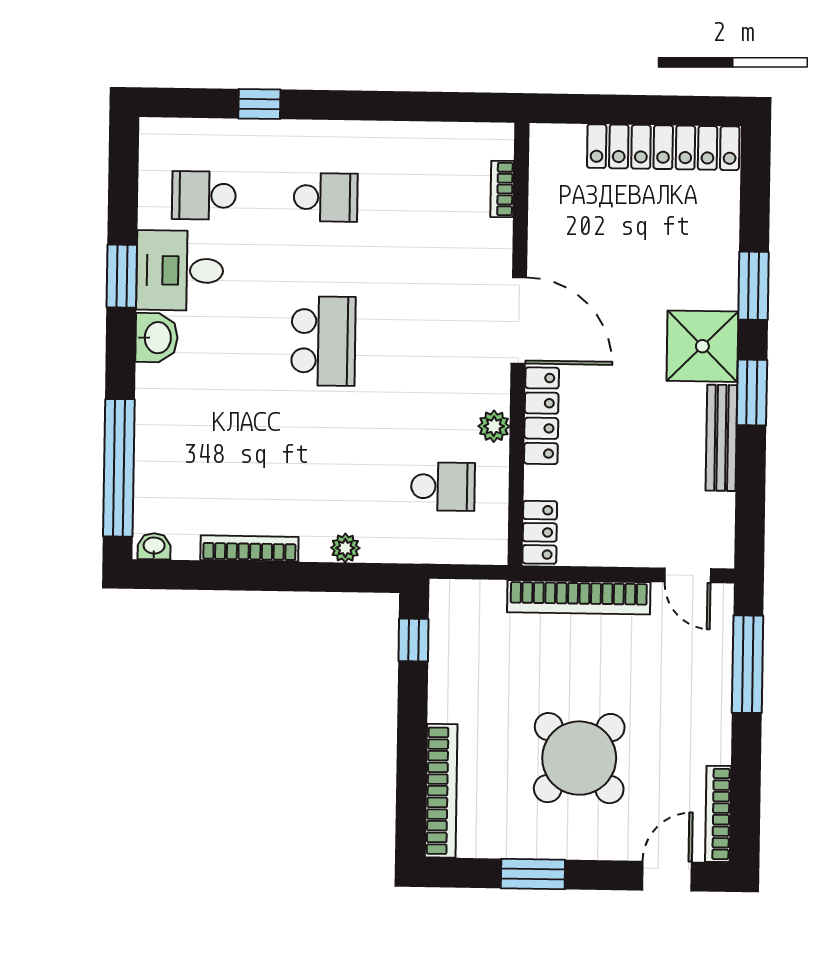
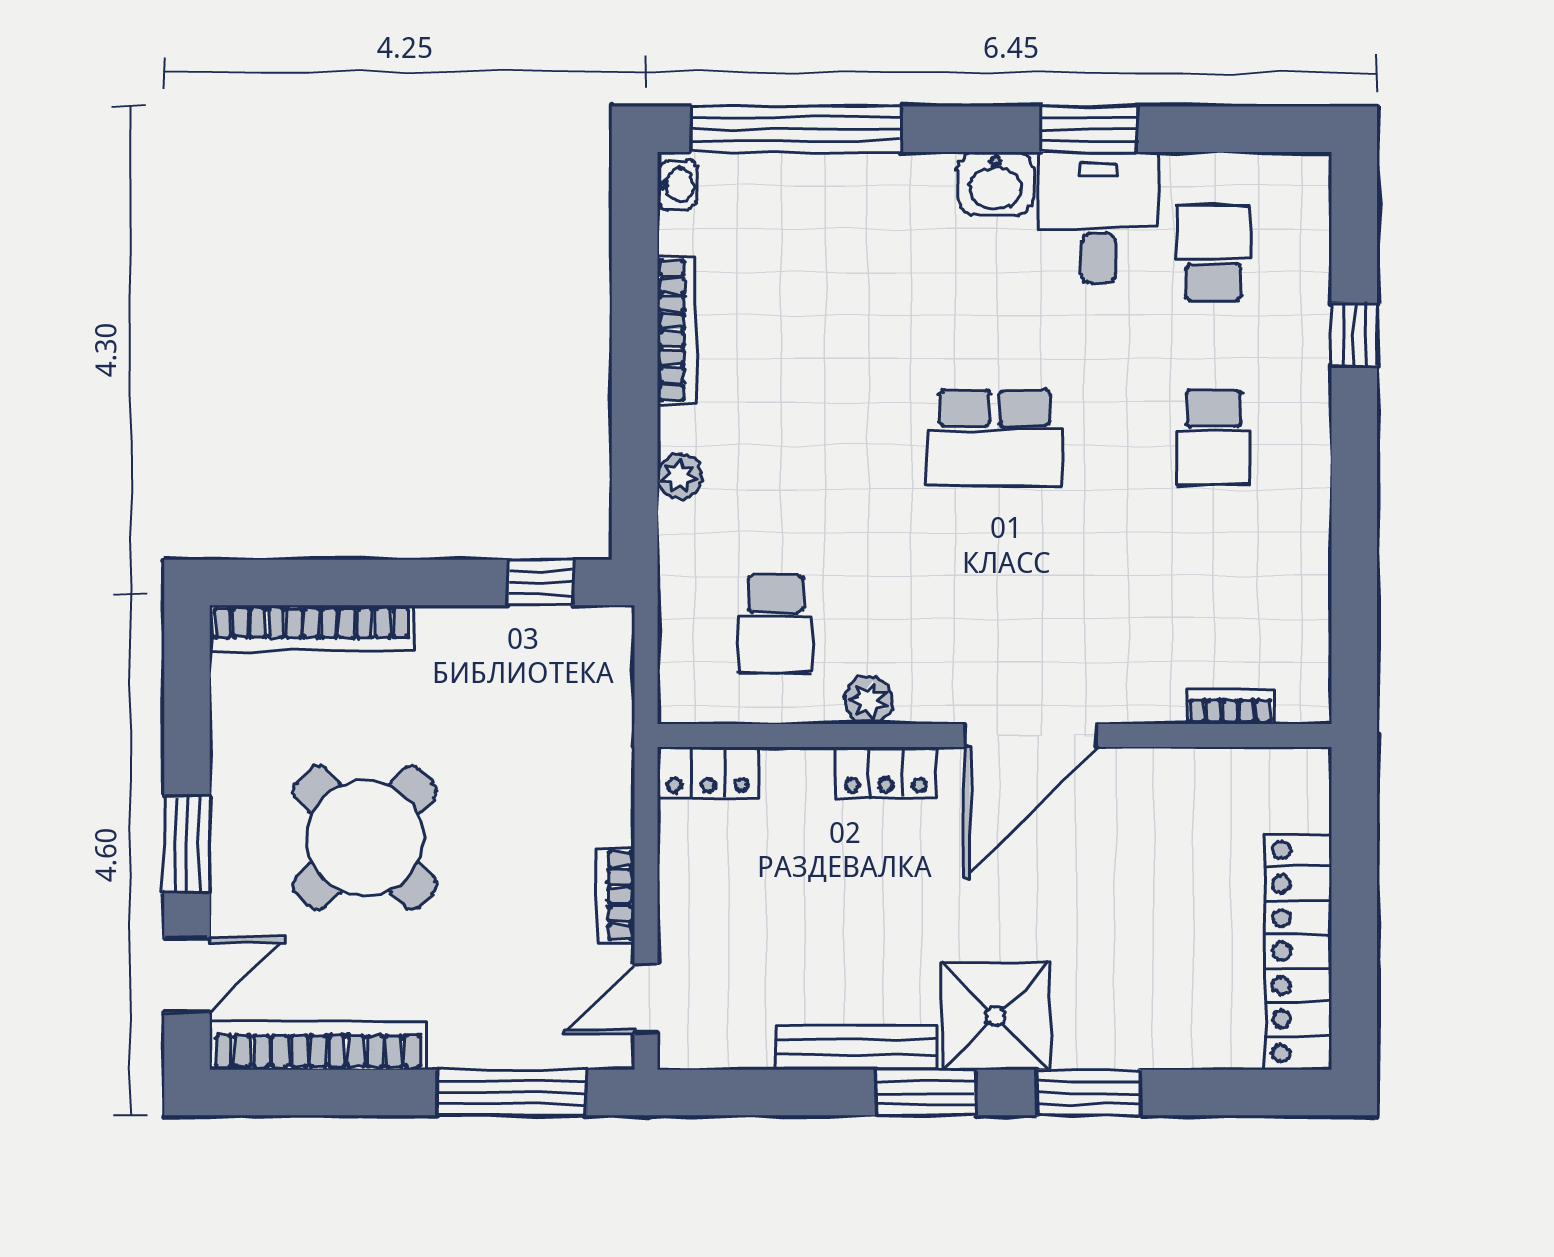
locker: (541, 416) -> (886, 772), width x0.66
bookcase: (579, 597) -> (616, 895), width x0.43, depth x0.76
bookcase: (718, 814) -> (318, 1045), width x1.48, depth x1.31
window: (533, 874) -> (187, 844), moved
door: (667, 876) -> (187, 975), hinge flipped

